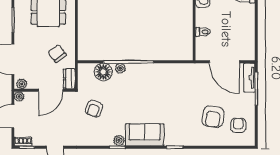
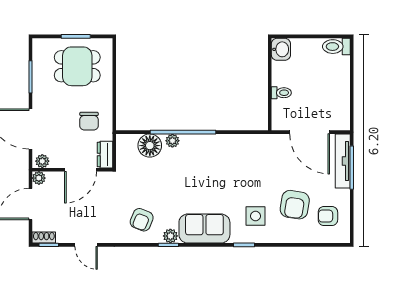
chair: (57, 53) -> (89, 121), turned -143
tv unit: (249, 78) -> (343, 161), width x1.41
armchair: (94, 109) -> (142, 220), moved
side table: (183, 125) -> (256, 216), added
armchair: (238, 125) -> (328, 216), turned -90

